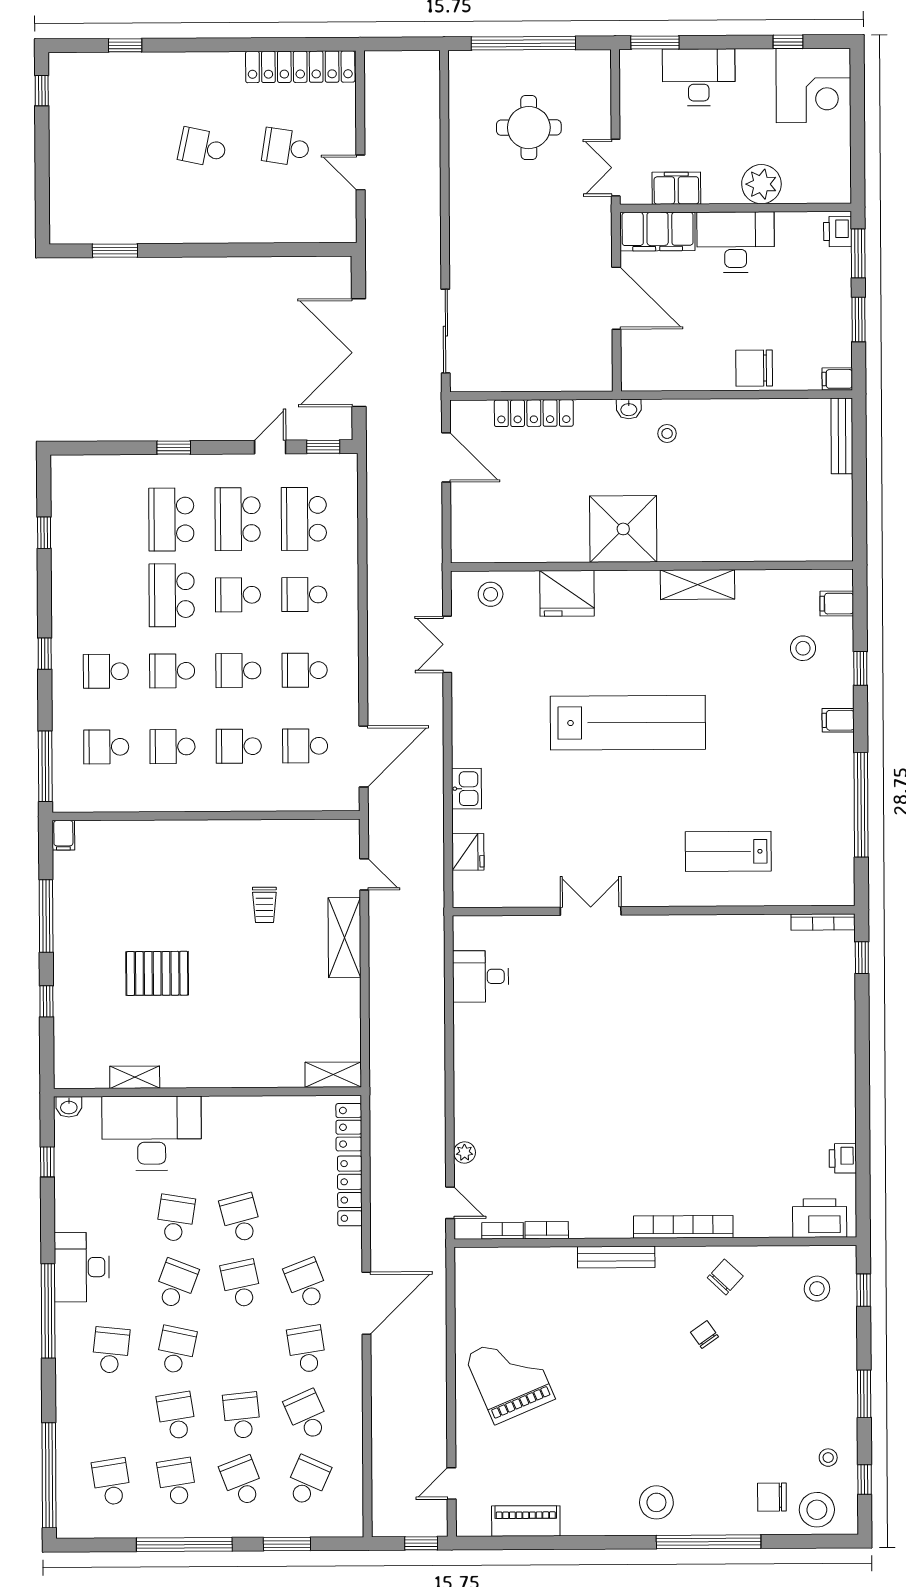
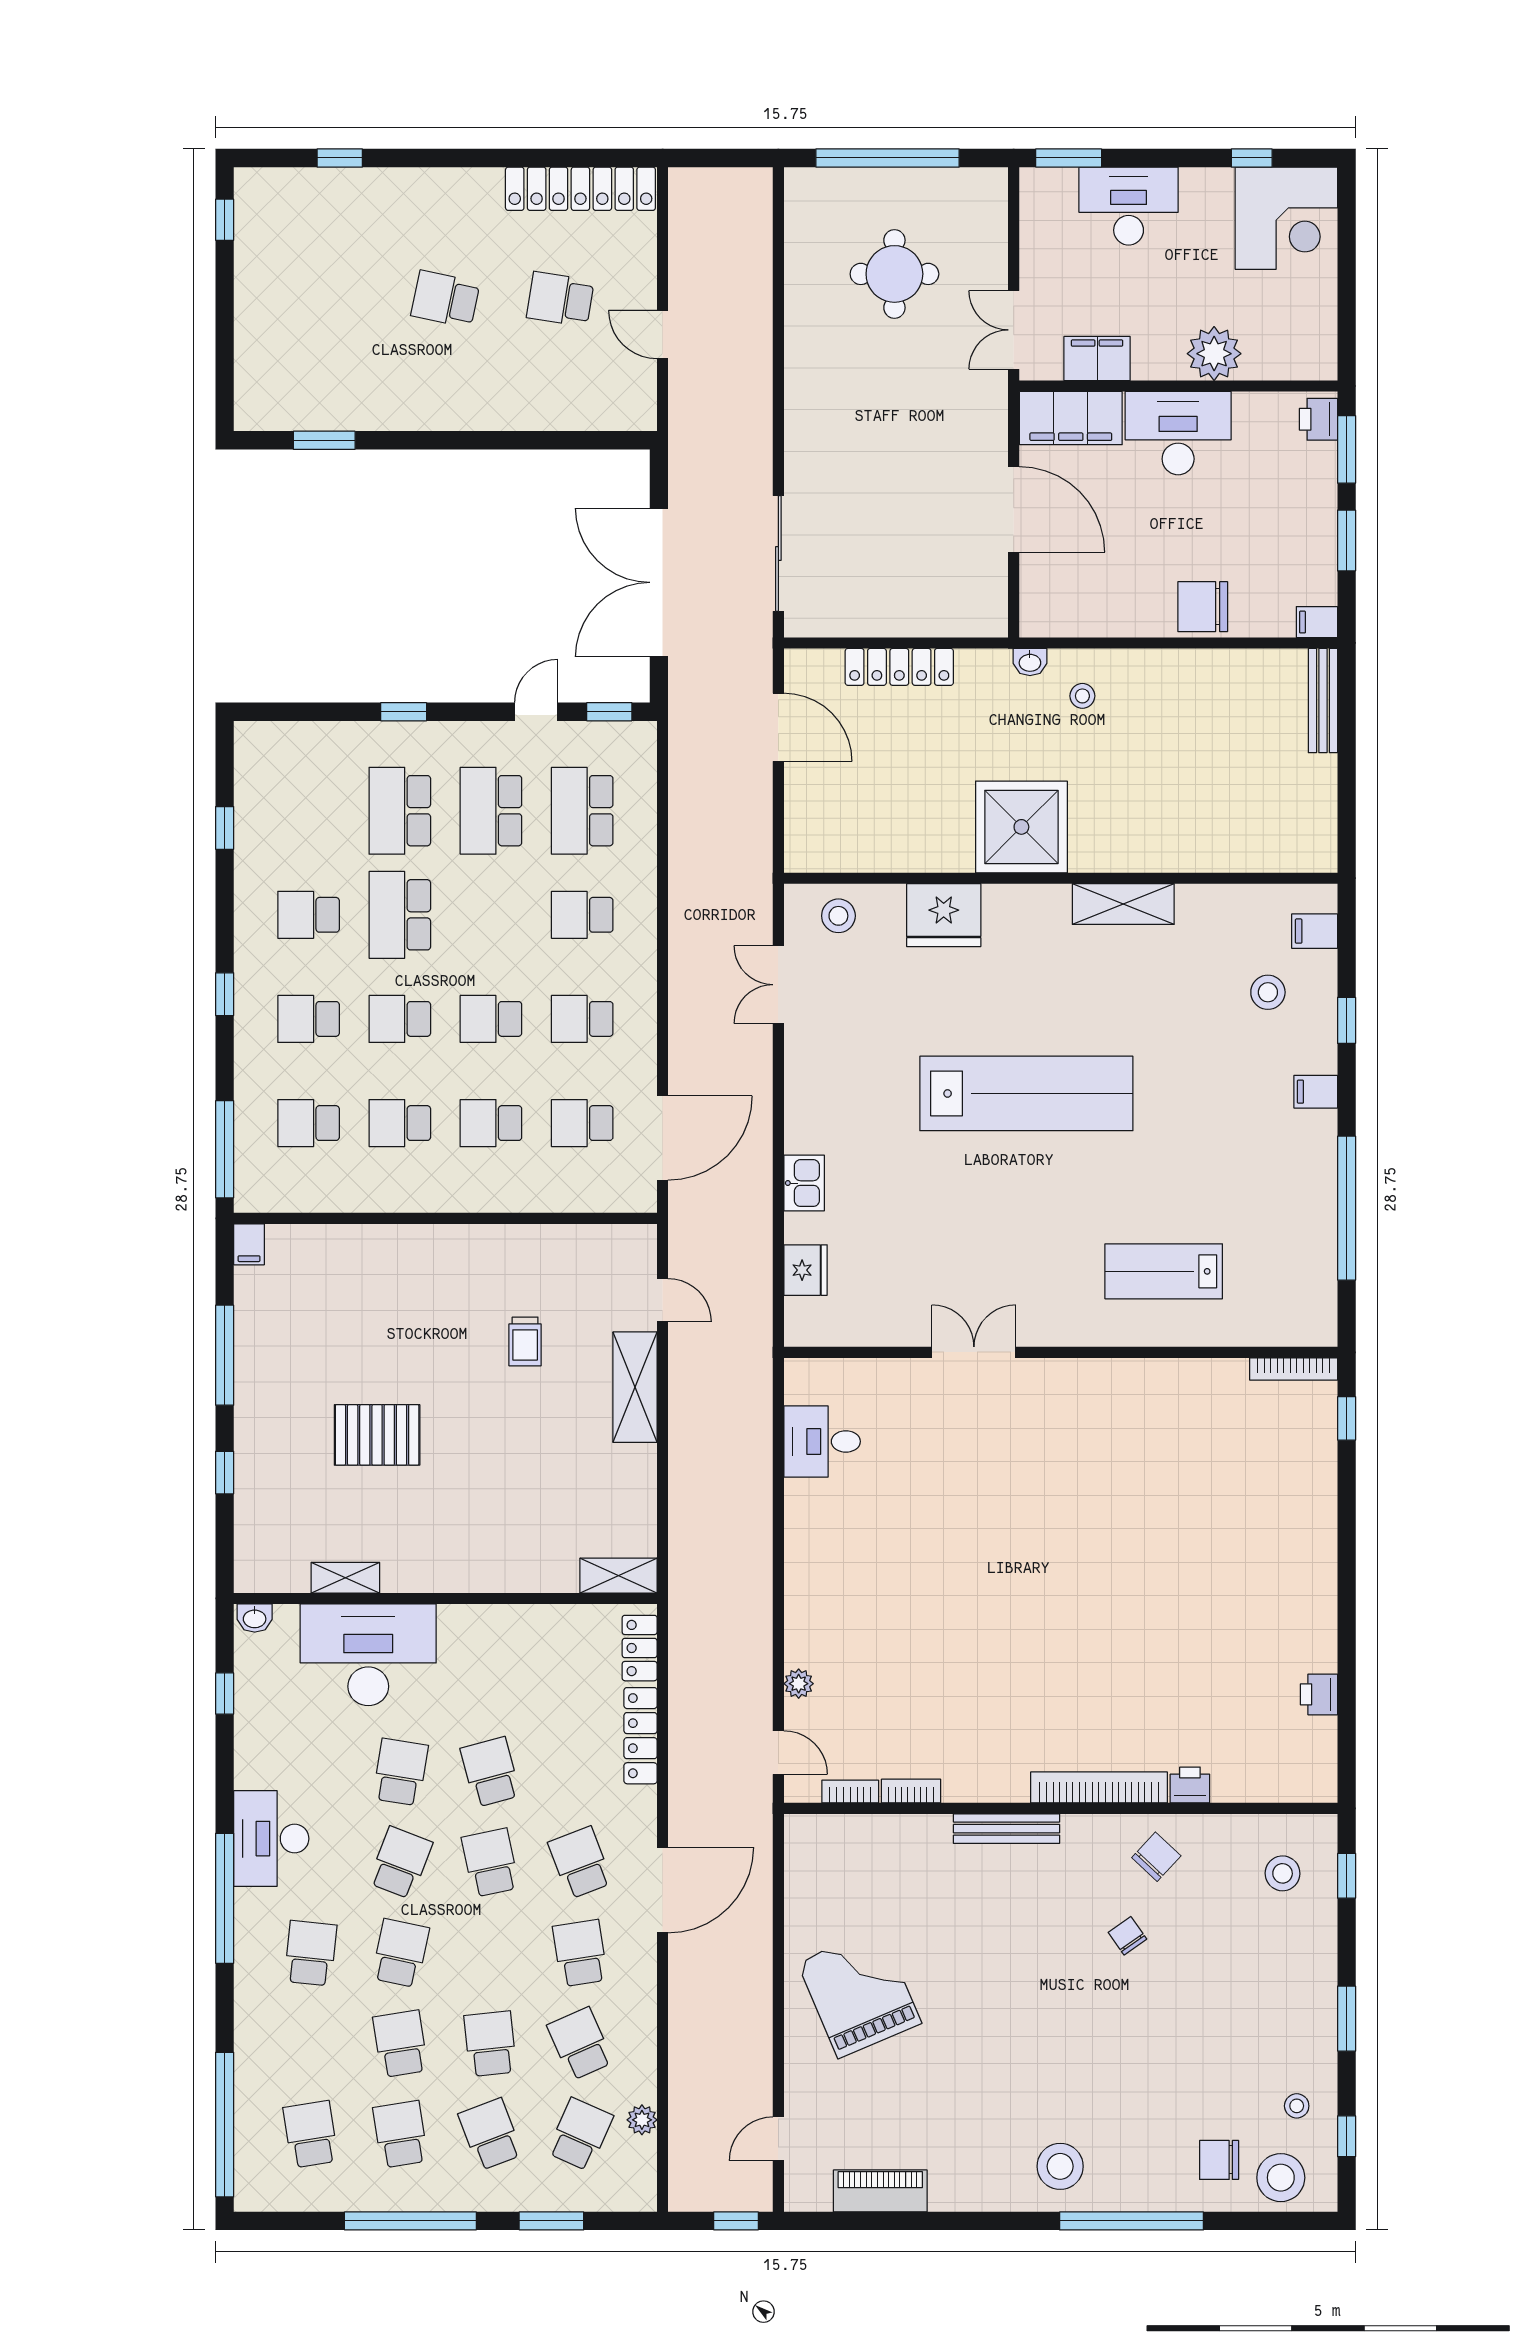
school desk: (238, 595) -> (309, 915), moved
printer: (820, 1218) -> (1190, 1785), moved, width x0.53, depth x0.68
plant: (352, 1470) -> (642, 2120), added

